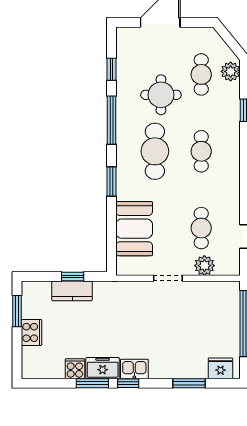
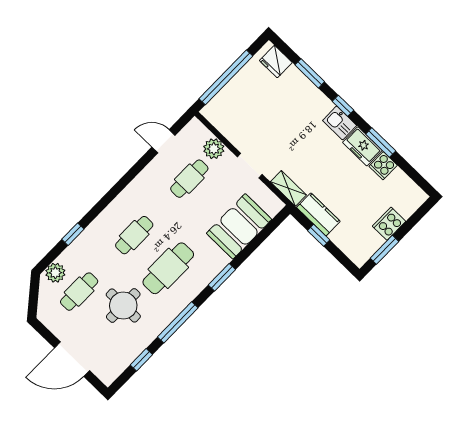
shelving: (126, 289) -> (288, 188), added
kitchen counter: (72, 291) -> (318, 214), moved
window: (128, 383) -> (343, 106), moved

